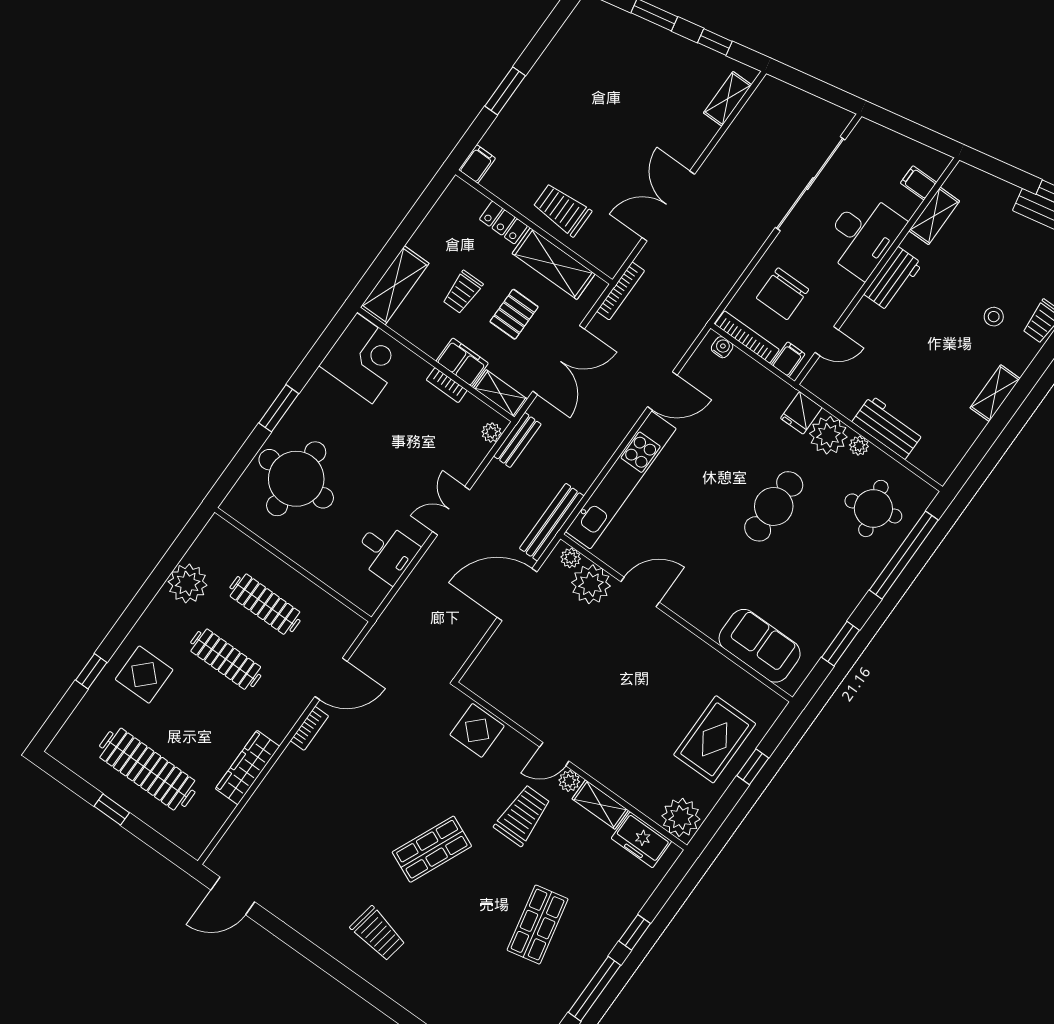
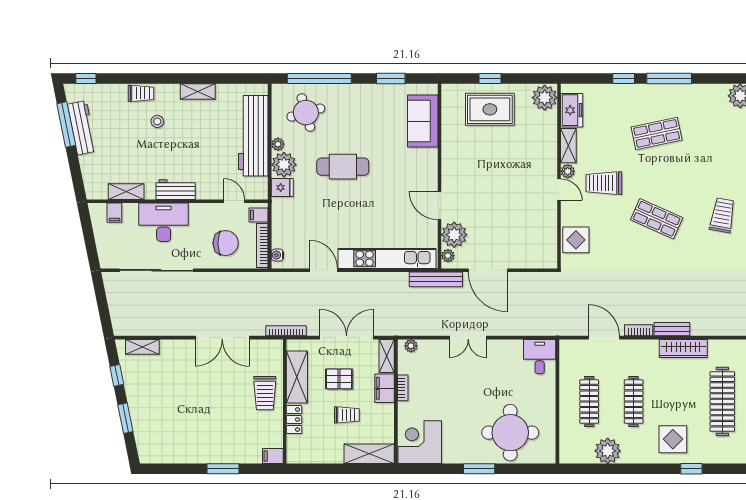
workbench: (888, 427) -> (253, 136), width x1.88, depth x1.32
bench: (517, 440) -> (672, 329), moved
desk: (386, 552) -> (540, 357), moved

